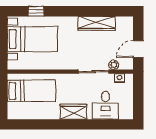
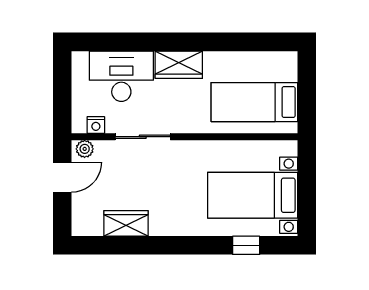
wardrobe: (97, 23) -> (126, 223), width x0.67
plant: (114, 65) -> (85, 149), moved
desk: (105, 105) -> (121, 76), width x1.37

